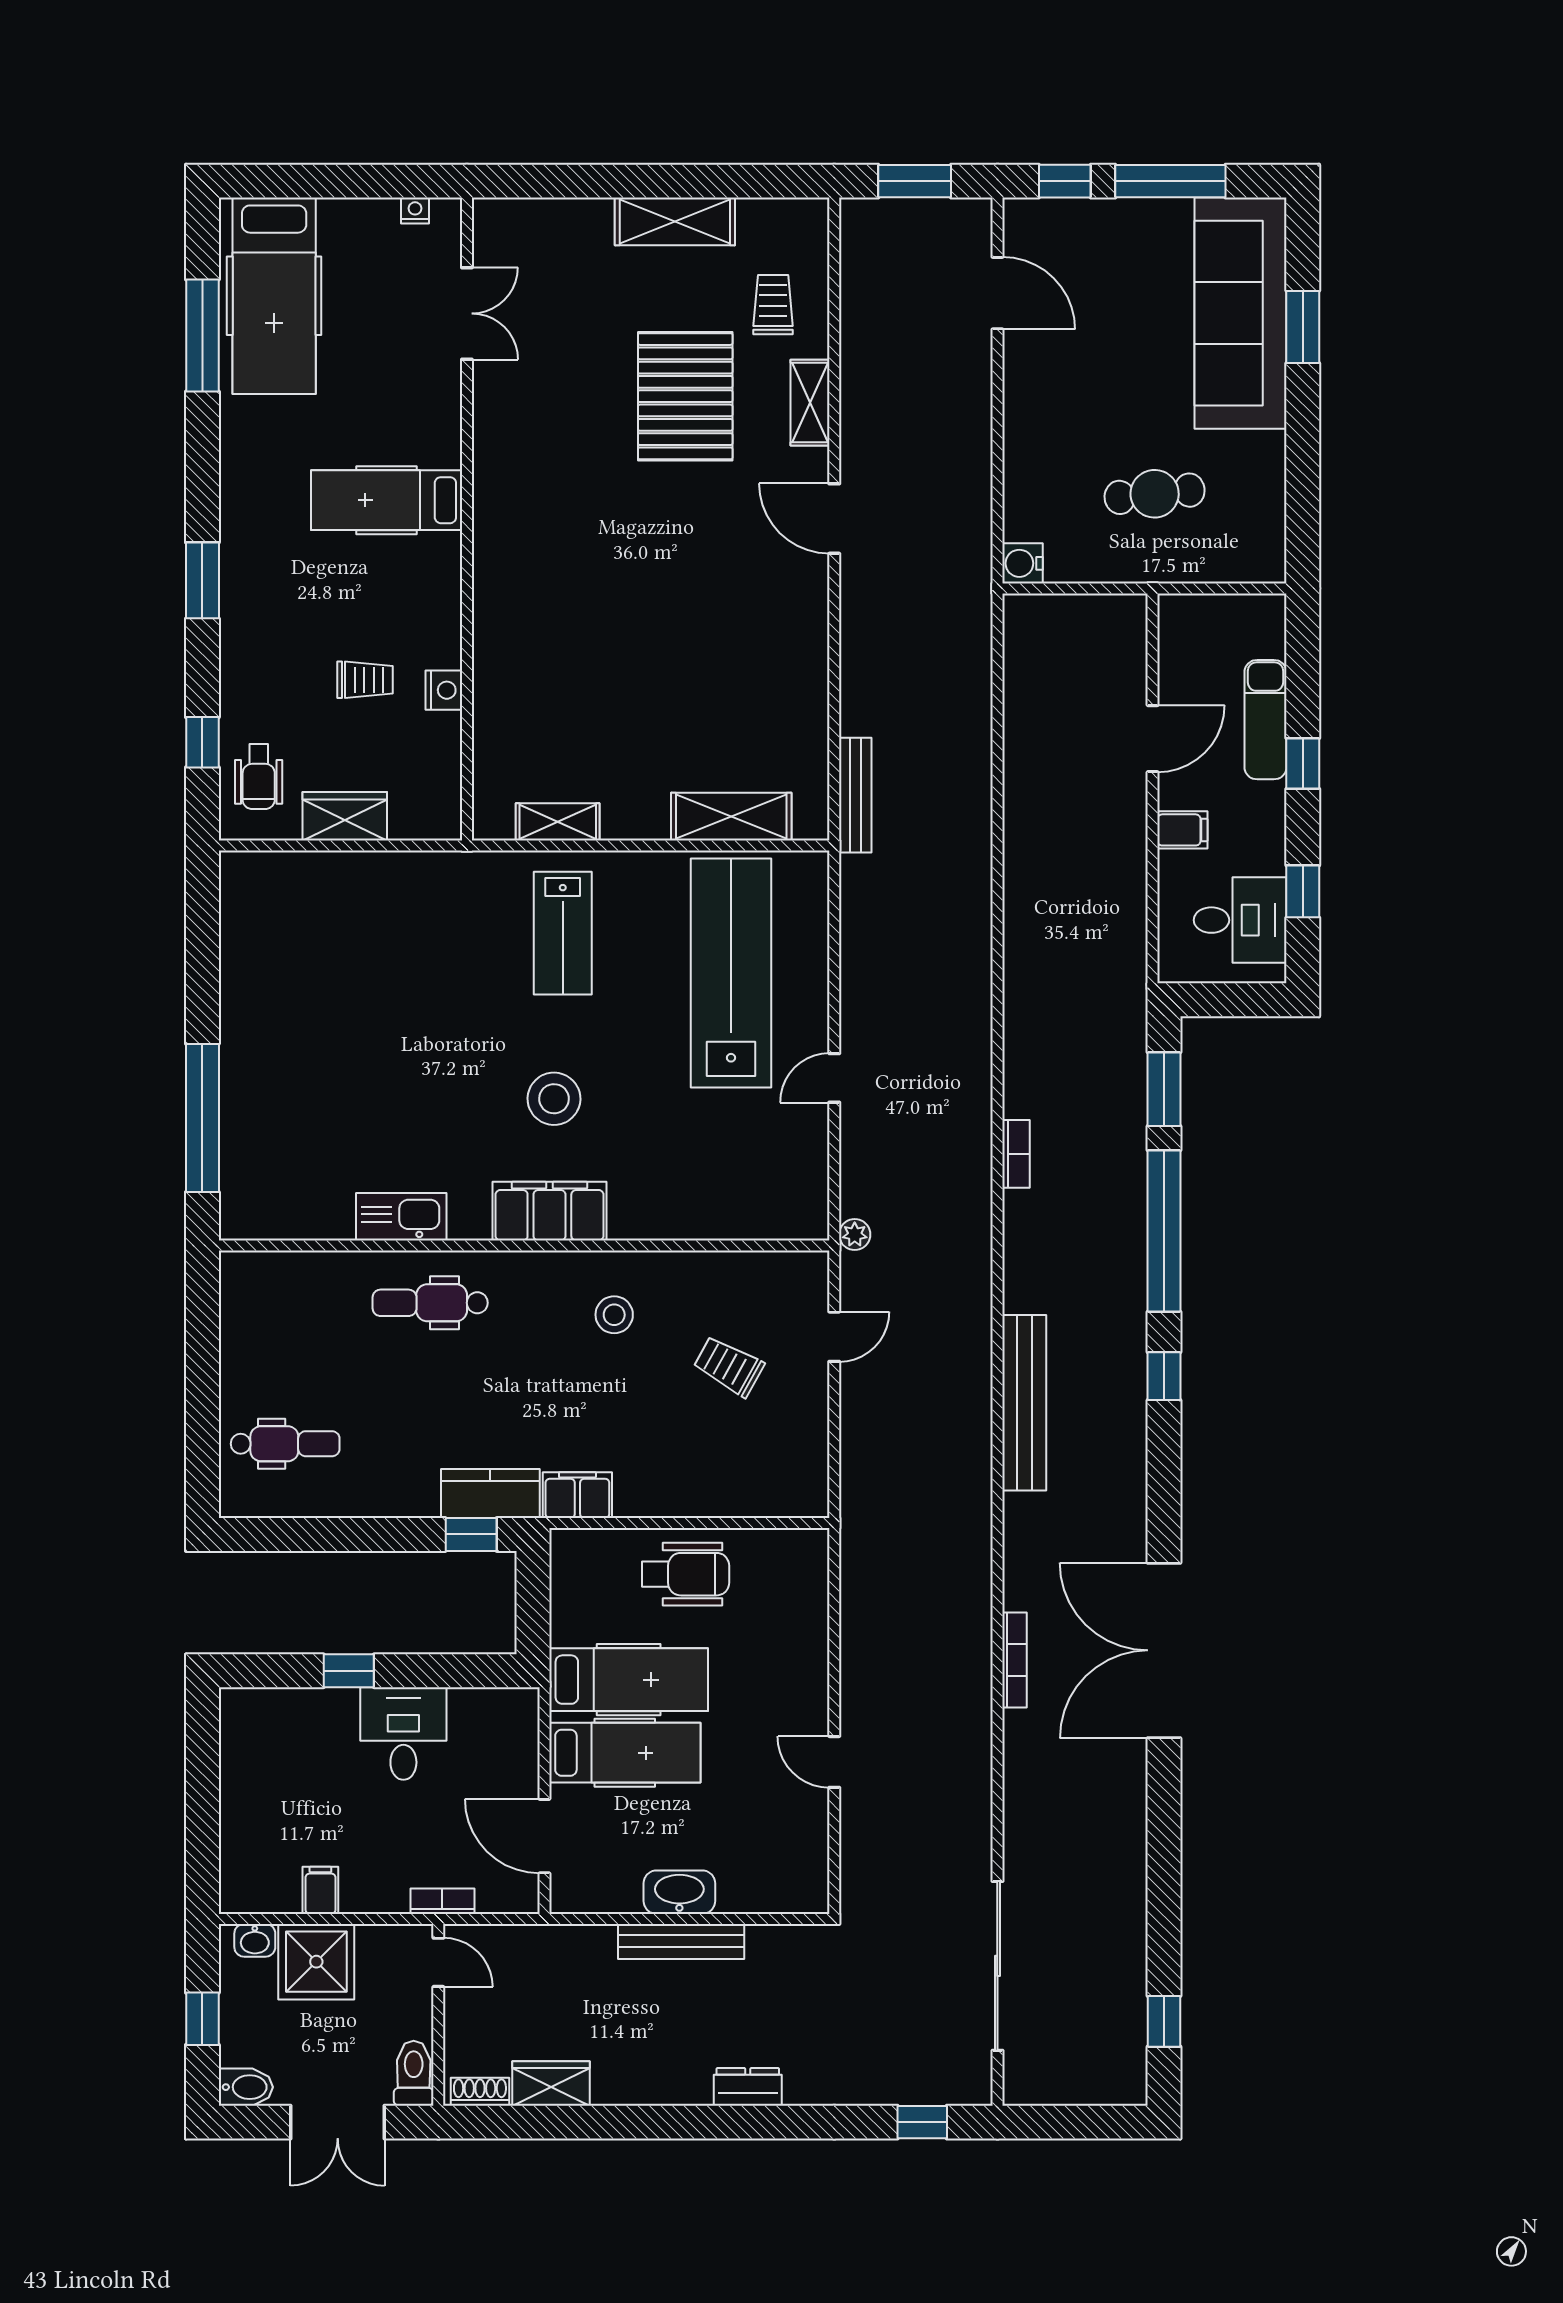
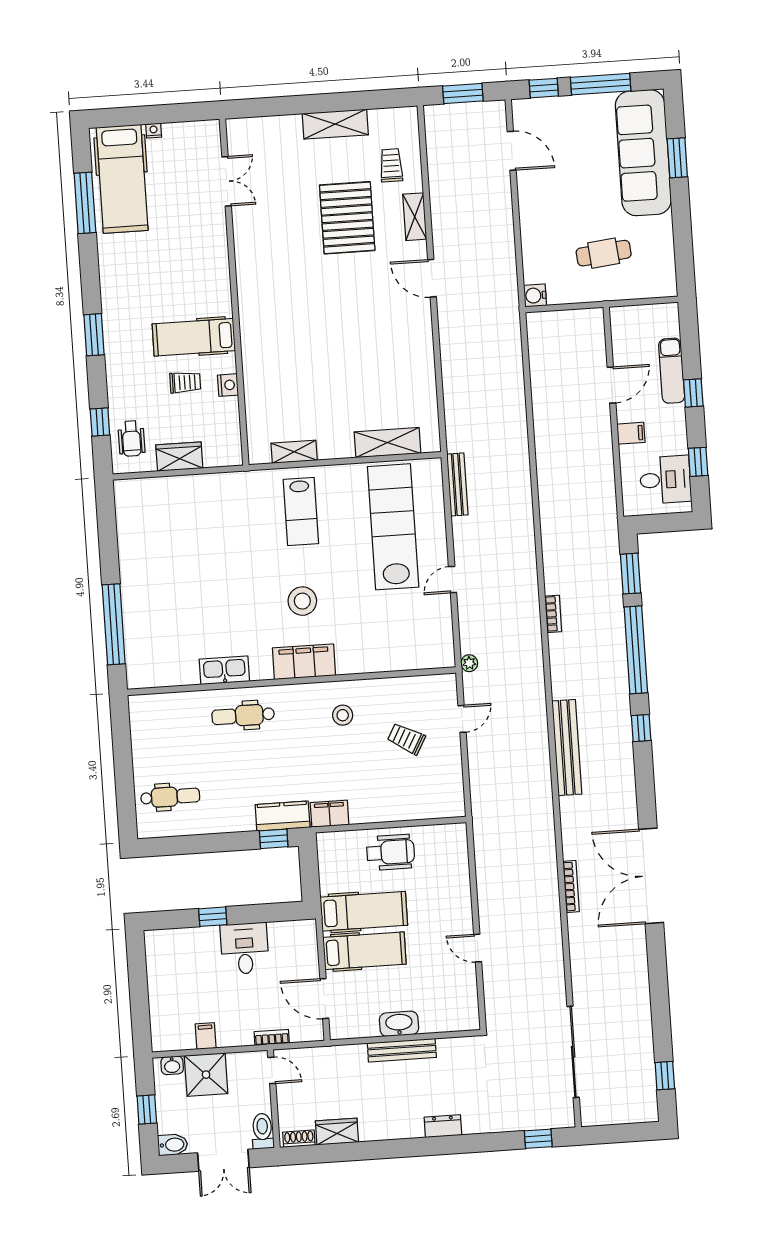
nightstand: (415, 211) -> (154, 131), moved
hospital bed: (387, 500) -> (194, 337), moved
bench: (855, 795) -> (457, 484), moved

